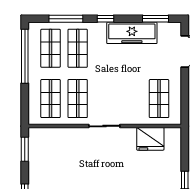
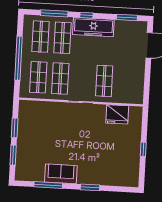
freezer: (132, 33) -> (93, 27), moved
window: (25, 56) -> (18, 58), moved
shop shelf: (159, 99) -> (104, 81), moved
window: (25, 149) -> (15, 128), moved

